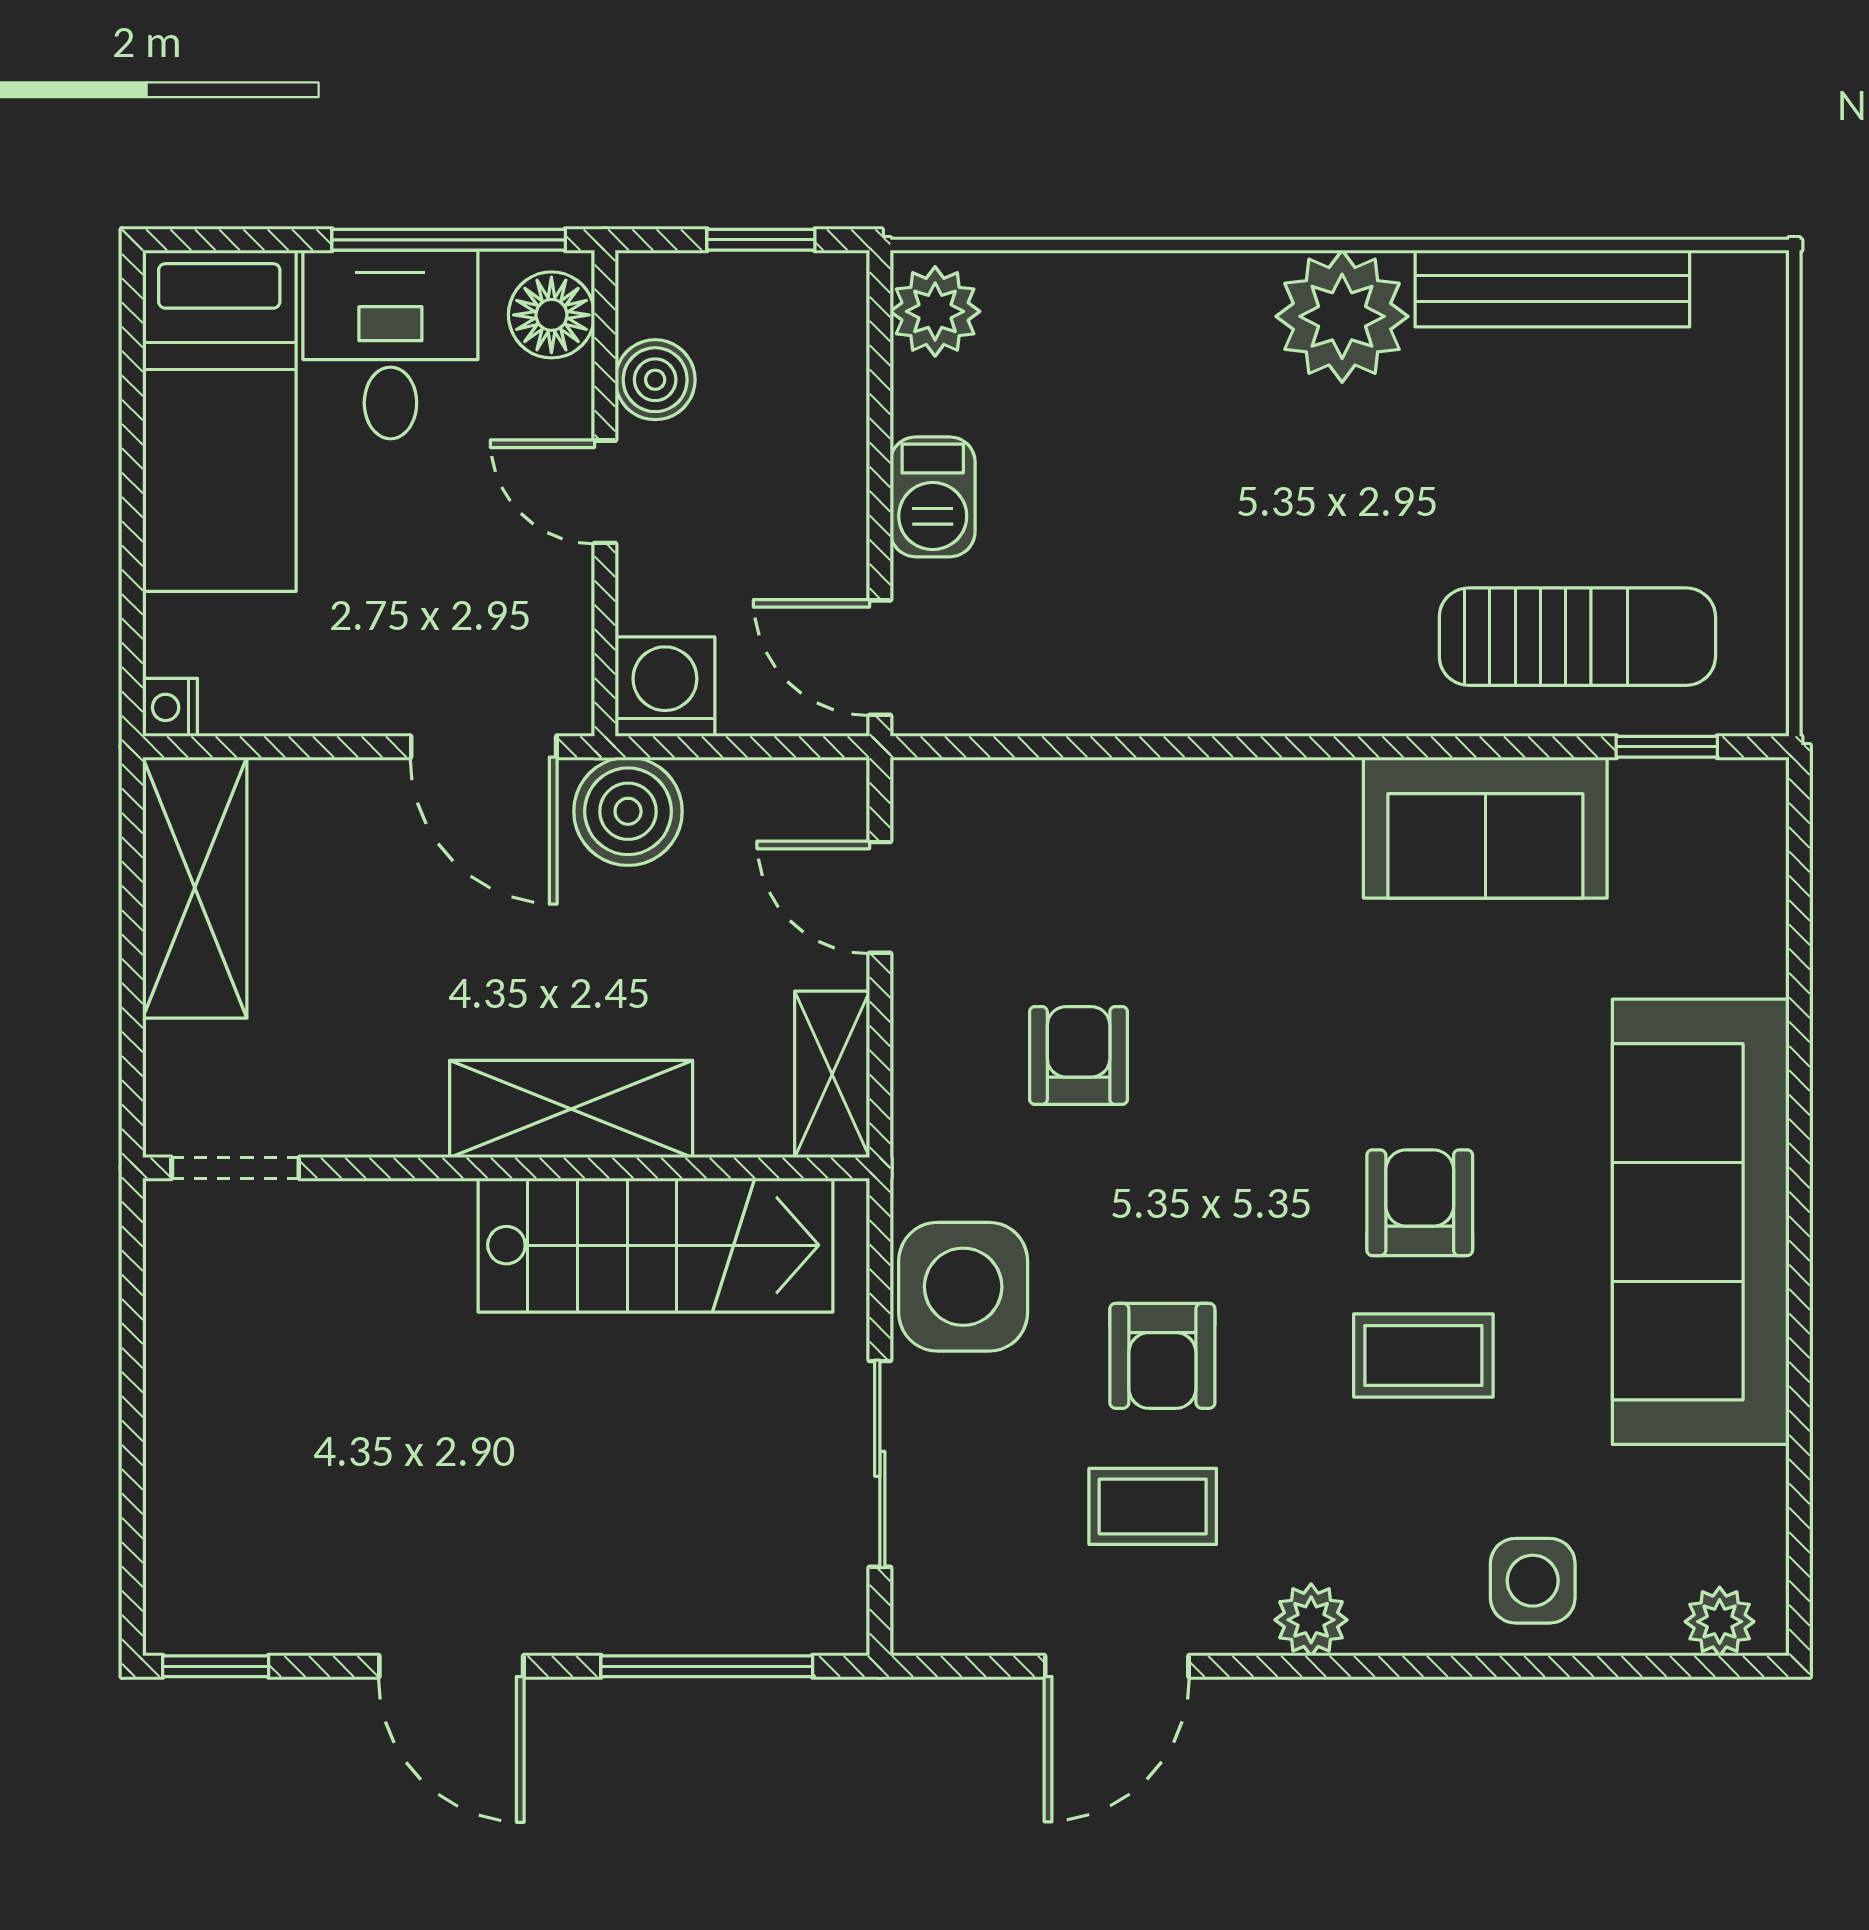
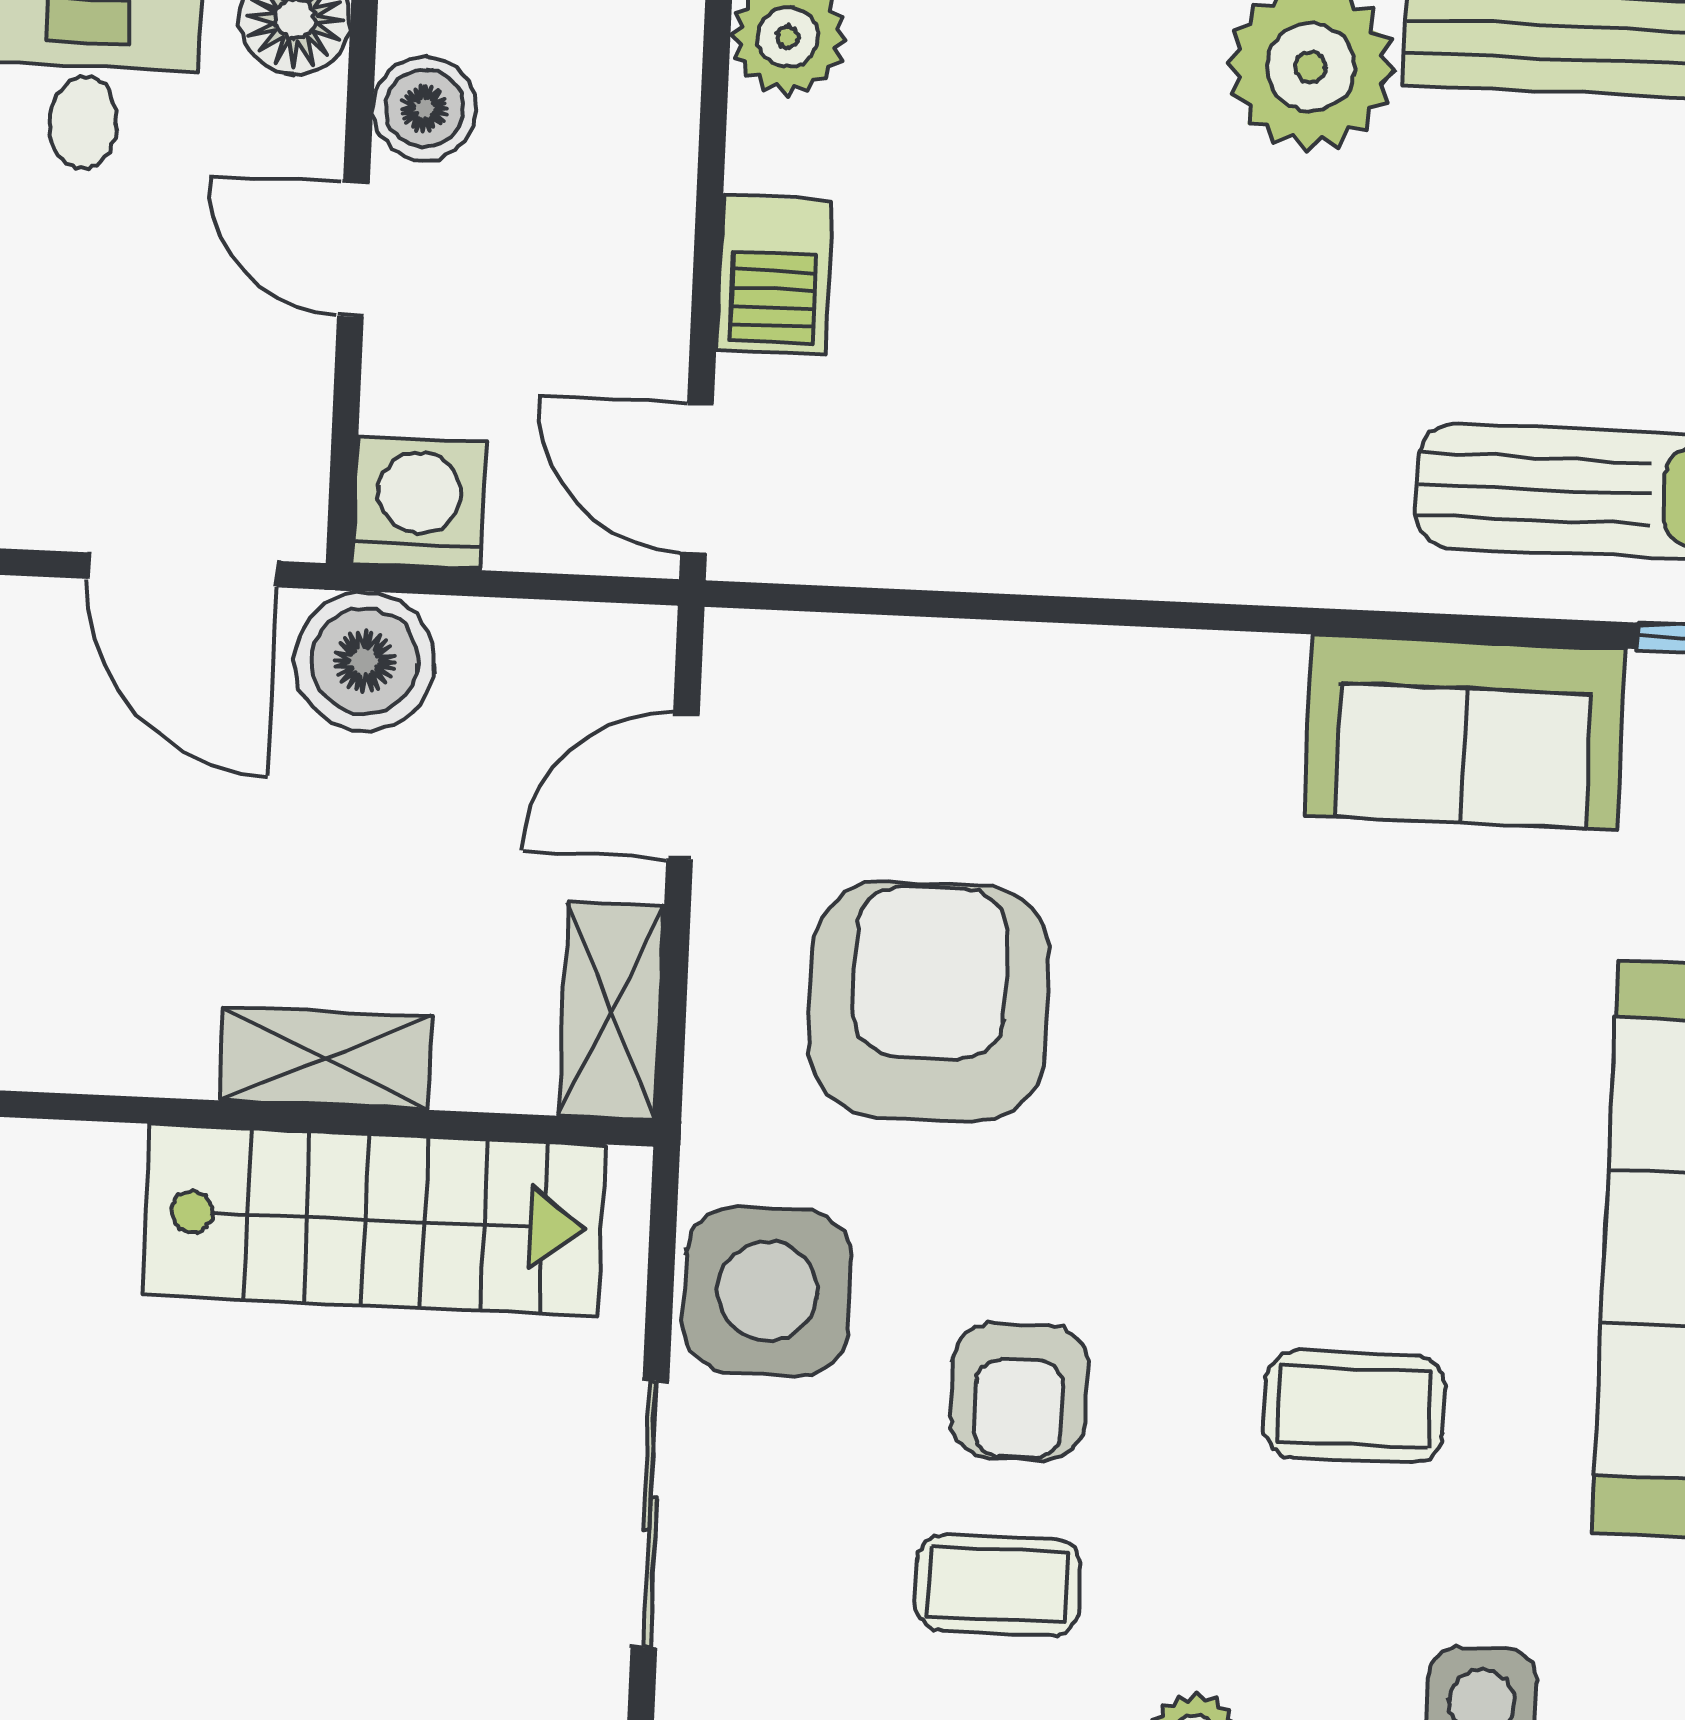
door: (880, 897) -> (683, 786), hinge flipped
armchair: (1079, 1056) -> (929, 1001), width x1.88, depth x1.88
shelving: (571, 1109) -> (325, 1058), width x0.67, depth x0.75
armchair: (1420, 1203) -> (1359, 1210), removed

